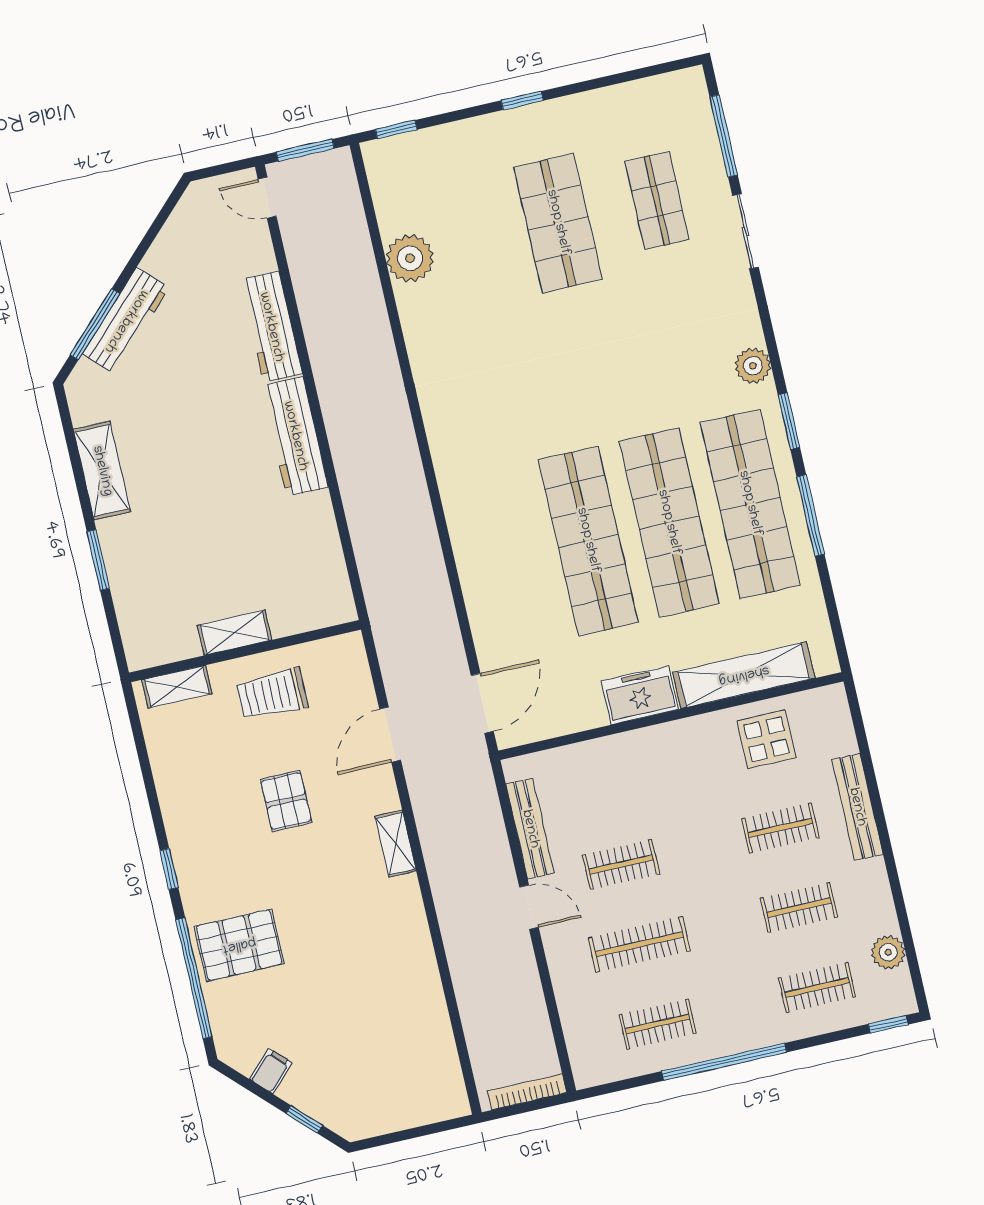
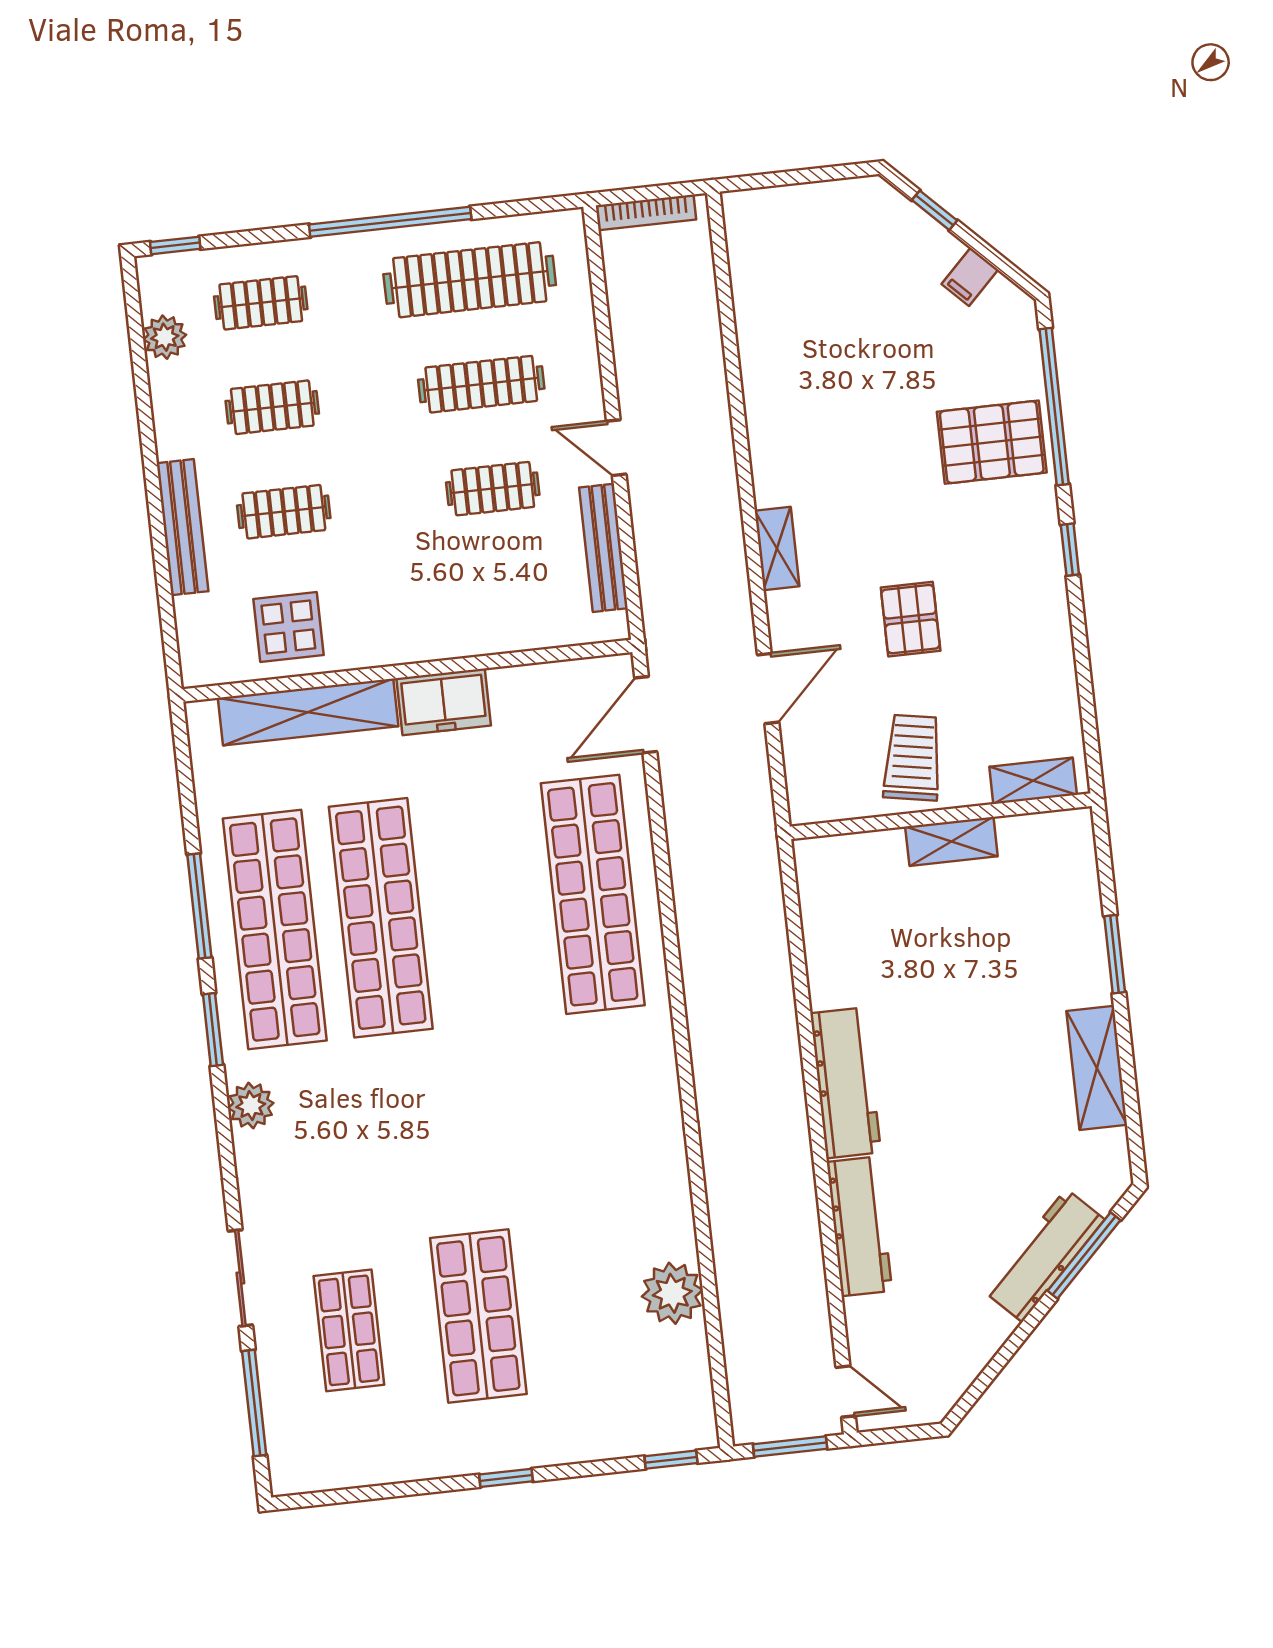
shop shelf: (588, 541) -> (593, 894), moved
trolley: (272, 694) -> (913, 758), turned -80
clothes rail: (657, 1024) -> (470, 280), width x1.86, depth x1.31

